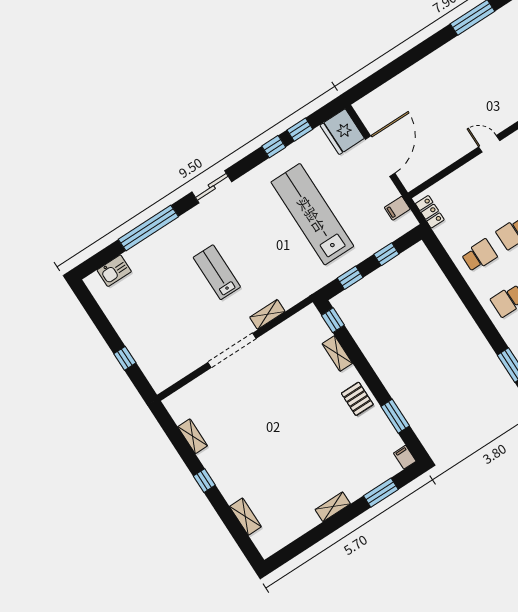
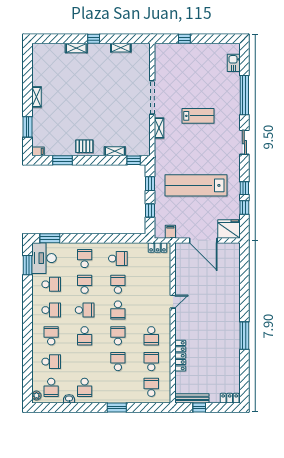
lab bench: (312, 214) -> (196, 185), turned 180
school desk: (479, 256) -> (118, 259), turned -90
shelving: (245, 517) -> (76, 48), moved

